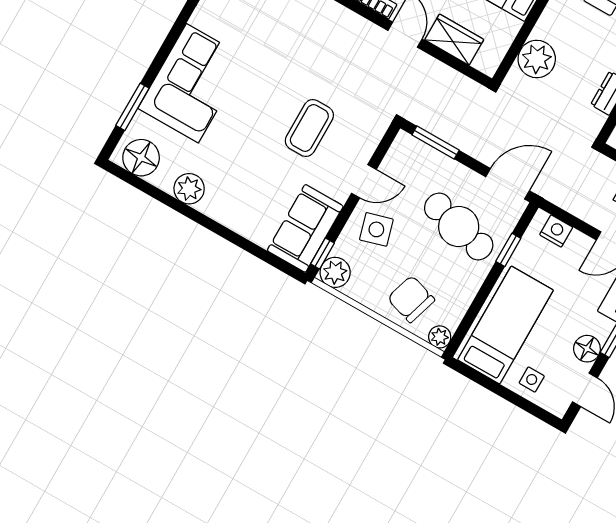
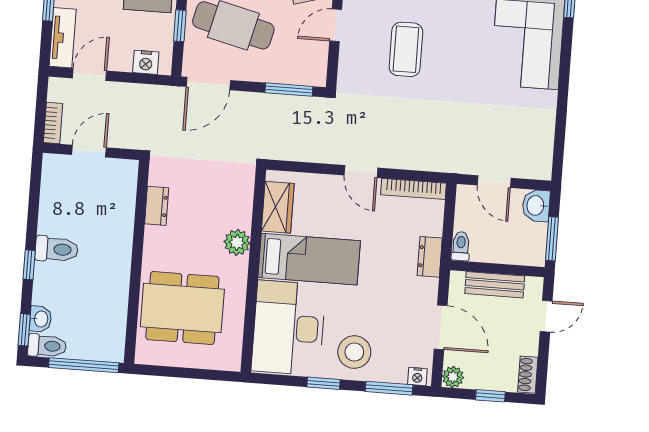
wardrobe: (454, 40) -> (278, 207), moved, turned -90
plant: (537, 59) -> (237, 242), moved, width x0.73, depth x0.73

